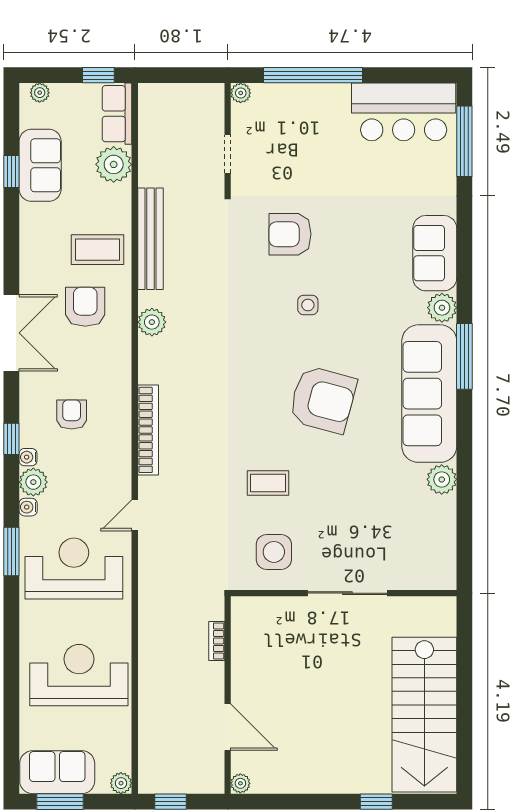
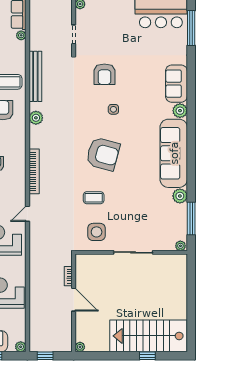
plant: (114, 164) -> (21, 35), width x0.53, depth x0.53
armchair: (290, 234) -> (104, 74), turned -90
window: (464, 356) -> (191, 219), moved
armchair: (323, 400) -> (103, 154), moved
plant: (443, 580) -> (180, 246), added
stairs: (424, 715) -> (148, 336), moved, turned 90
door: (228, 727) -> (74, 300), moved

